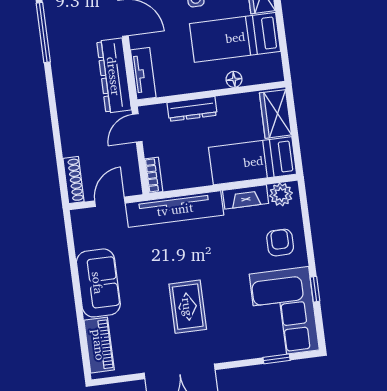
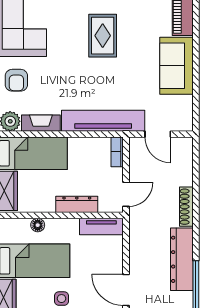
tv unit: (143, 74) -> (101, 227), moved, turned -90
dresser: (114, 76) -> (182, 259), moved, turned 180
shoe rack: (73, 180) -> (186, 207), moved
door: (110, 202) -> (158, 134), hinge flipped

